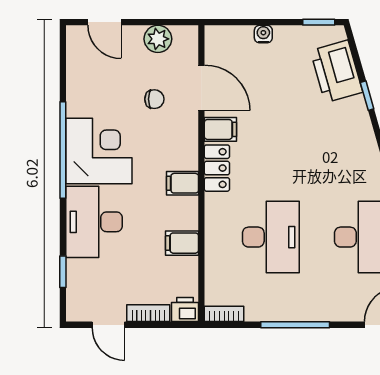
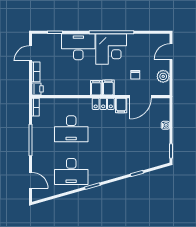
printer: (337, 71) -> (148, 159), removed
filing cabinet: (182, 243) -> (108, 88), moved

